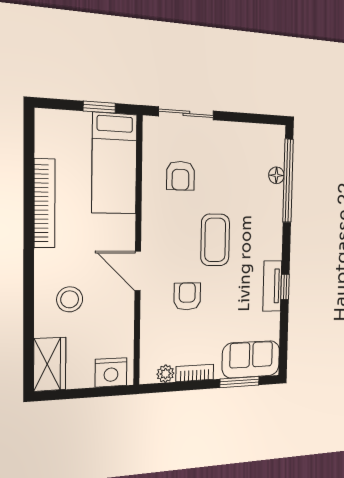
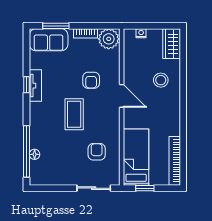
bookcase: (44, 203) -> (175, 161), moved
nightstand: (111, 372) -> (141, 33), width x0.53, depth x0.56
plant: (165, 374) -> (109, 39), width x1.88, depth x1.88

